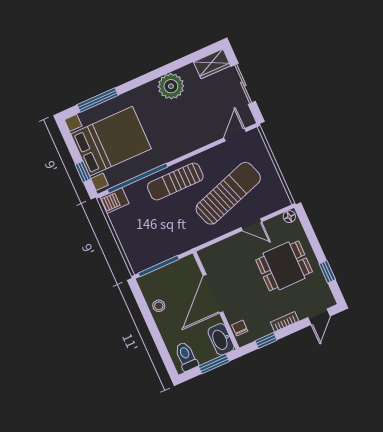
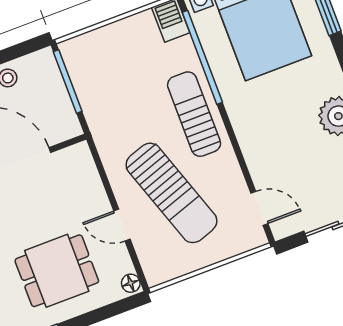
door: (251, 225) -> (122, 225), hinge flipped
dining table: (284, 266) -> (57, 271), turned 90

